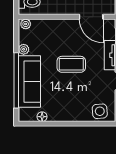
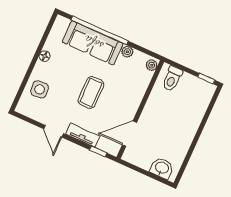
side table: (100, 111) -> (40, 89), moved
floor lamp: (42, 117) -> (45, 56), moved

